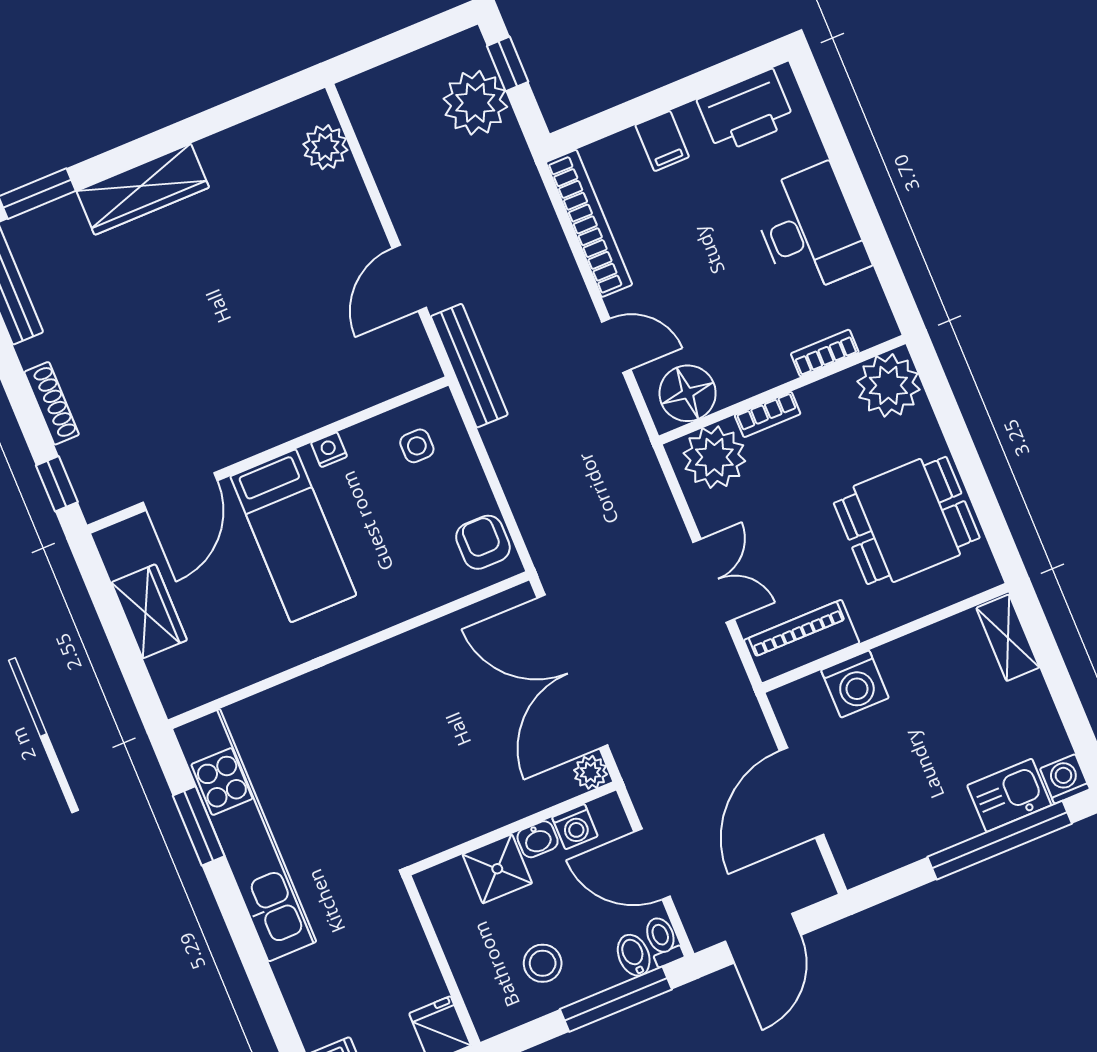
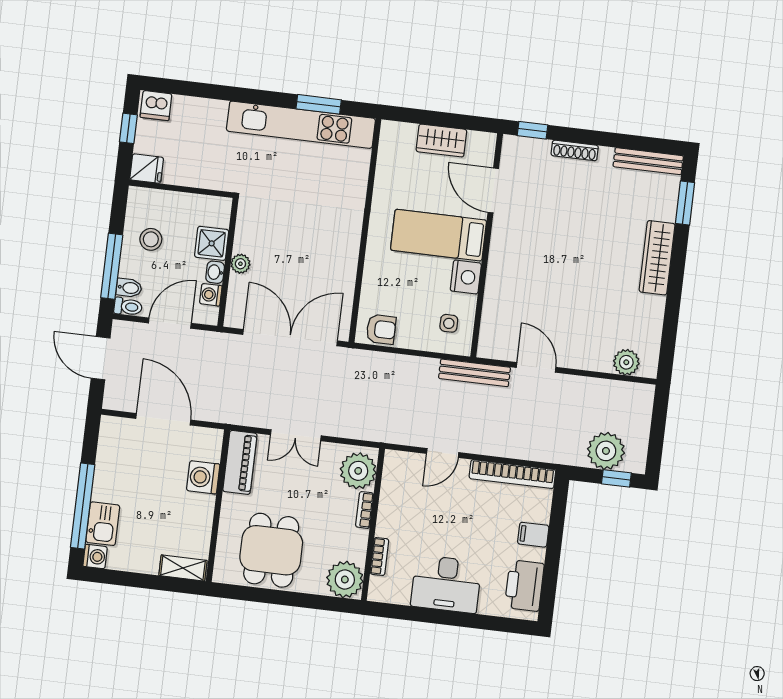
floor lamp: (688, 393) -> (398, 475), removed
nightstand: (329, 450) -> (466, 277), width x1.89, depth x1.79
plant: (591, 772) -> (240, 264), moved

